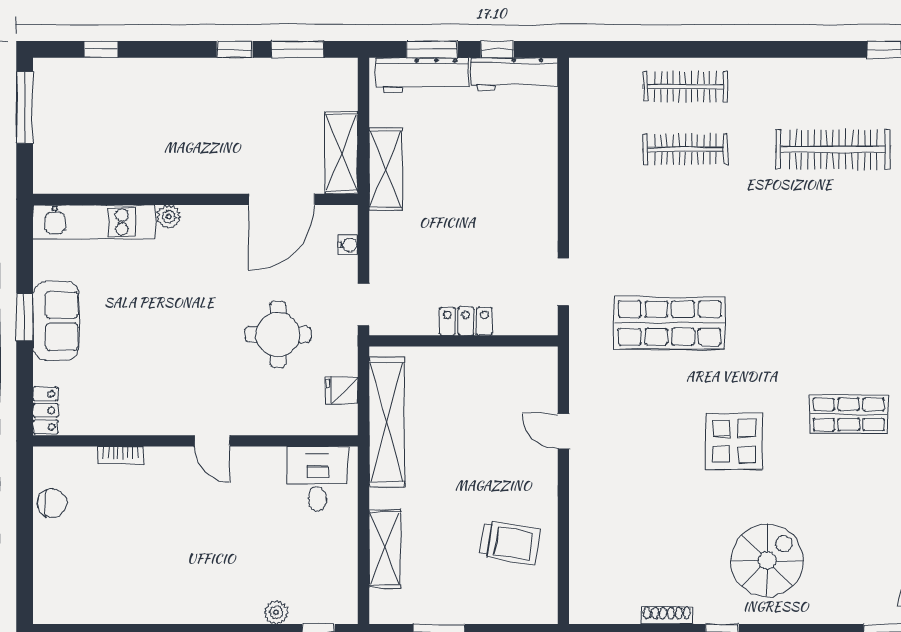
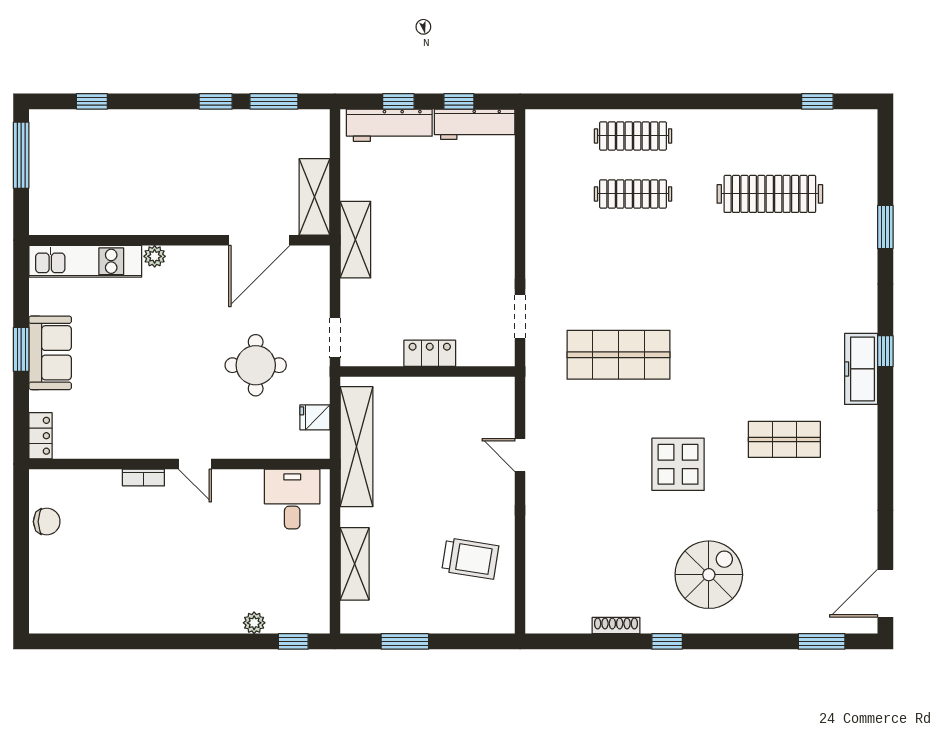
window: (432, 49) -> (398, 101), width x0.67
shelving: (386, 169) -> (355, 240), moved
water cooler: (348, 245) -> (321, 283), removed
bookcase: (121, 456) -> (143, 478), moved

